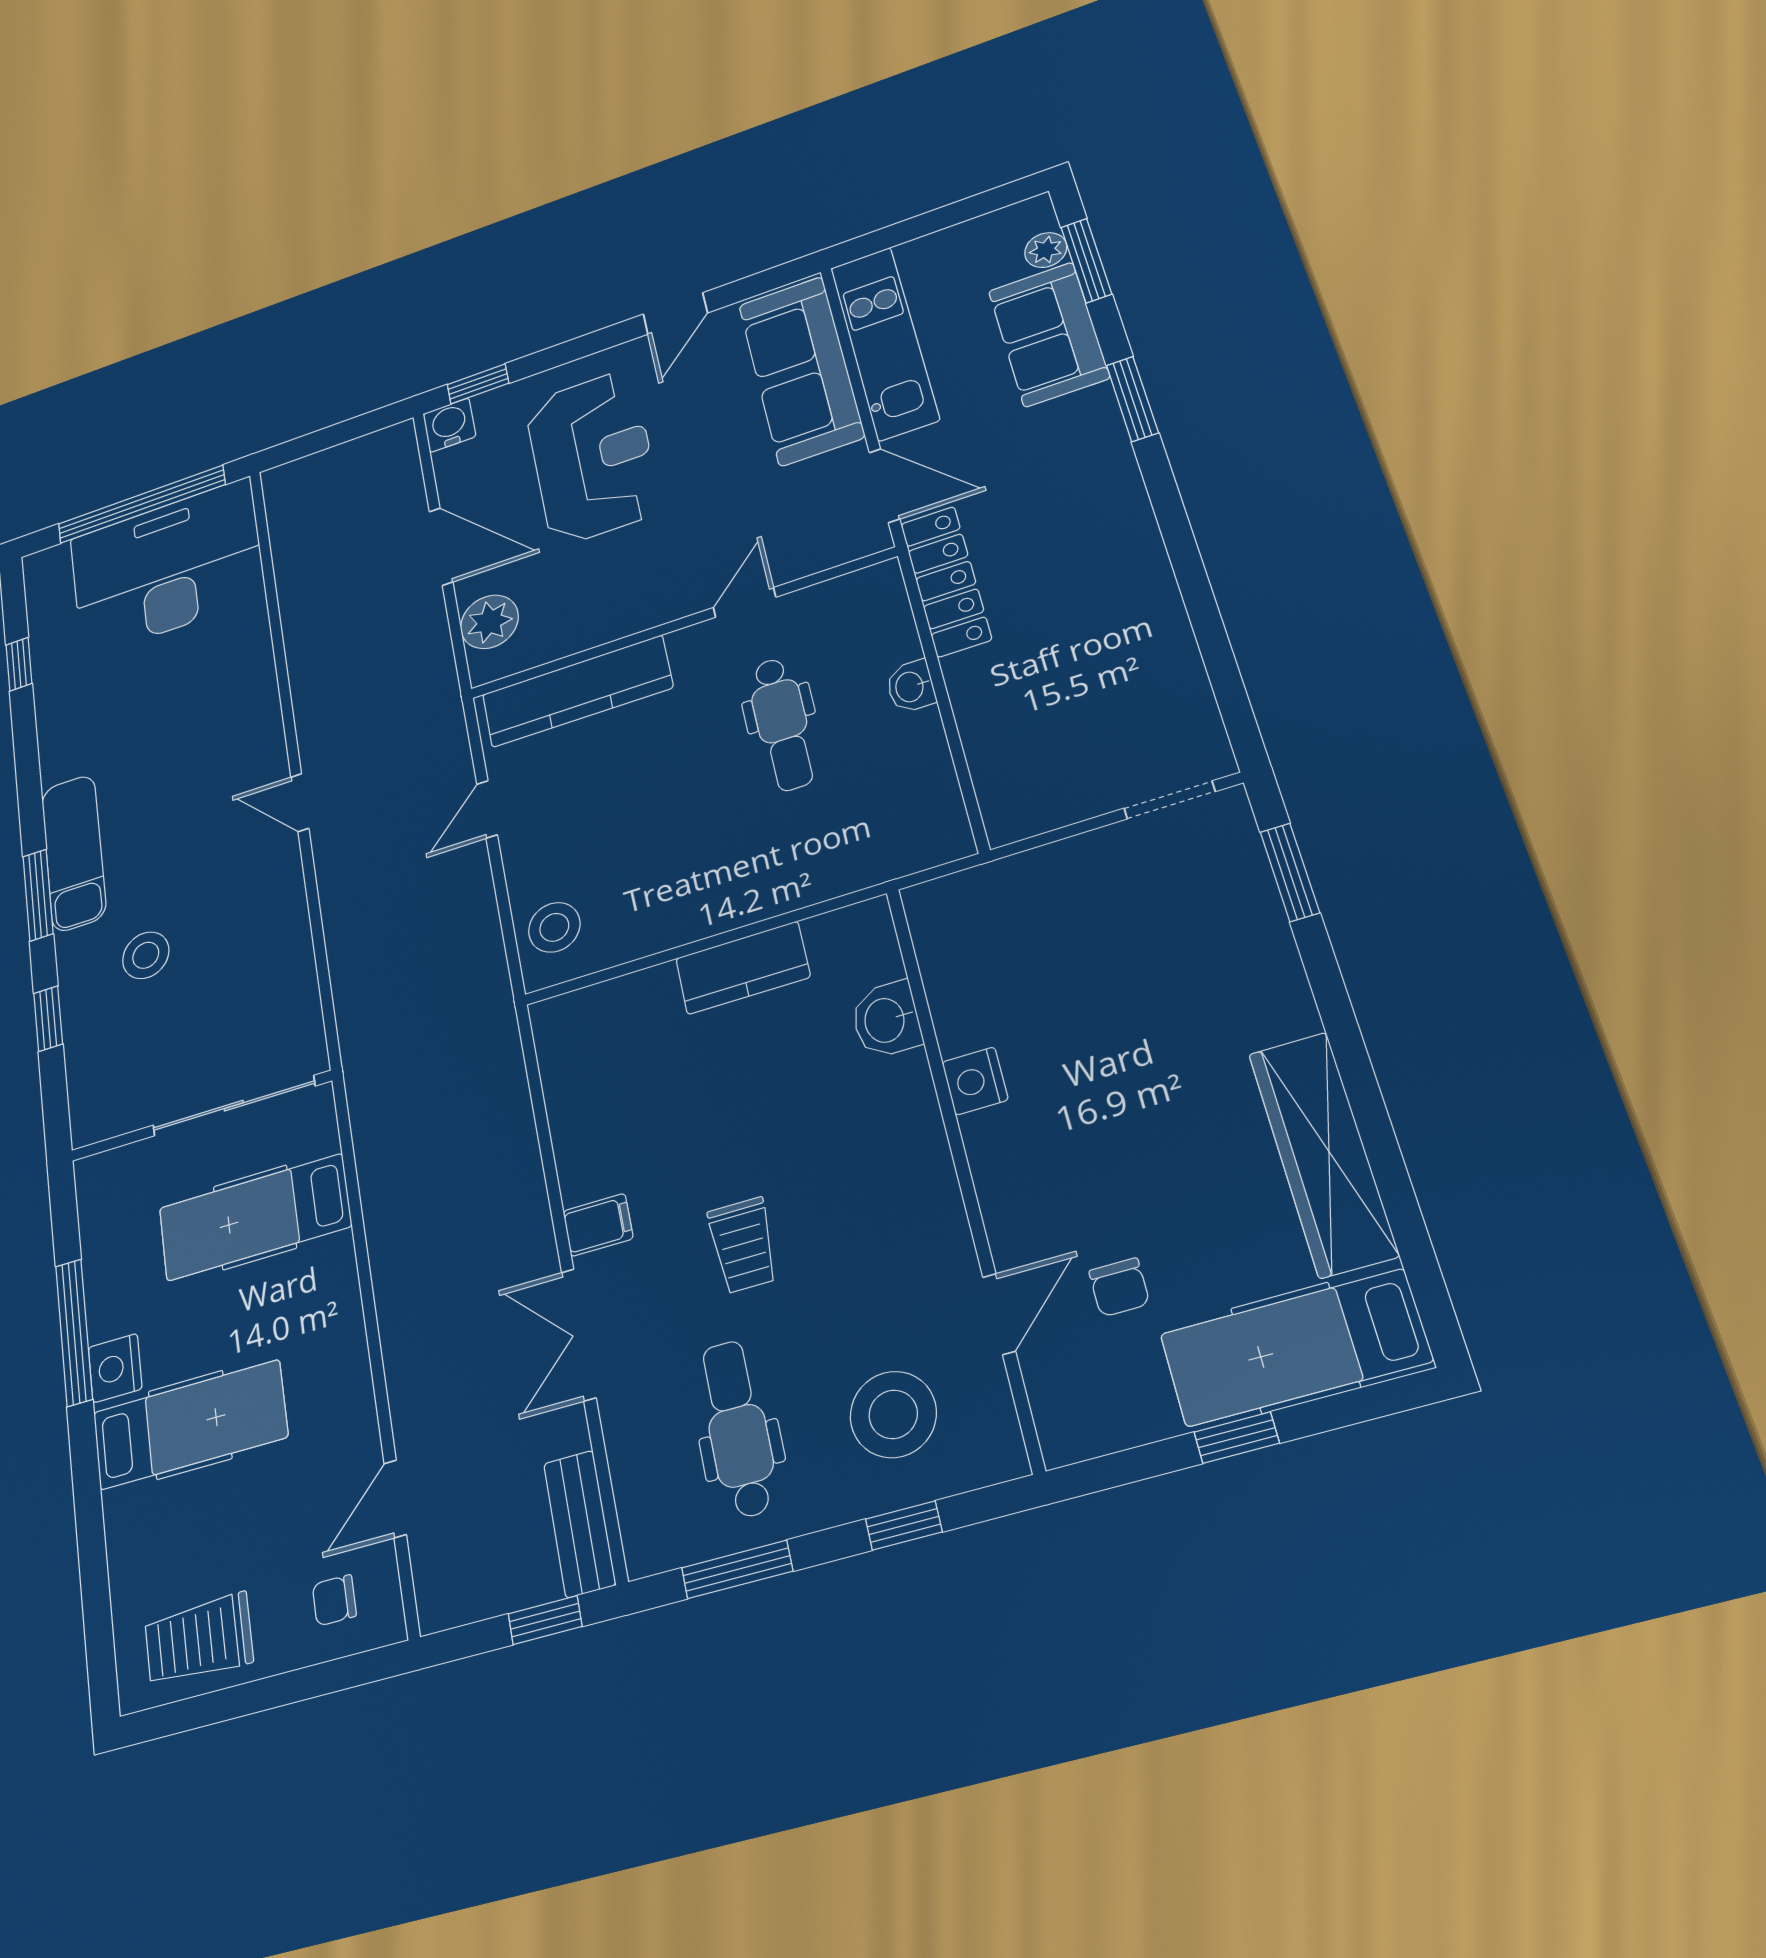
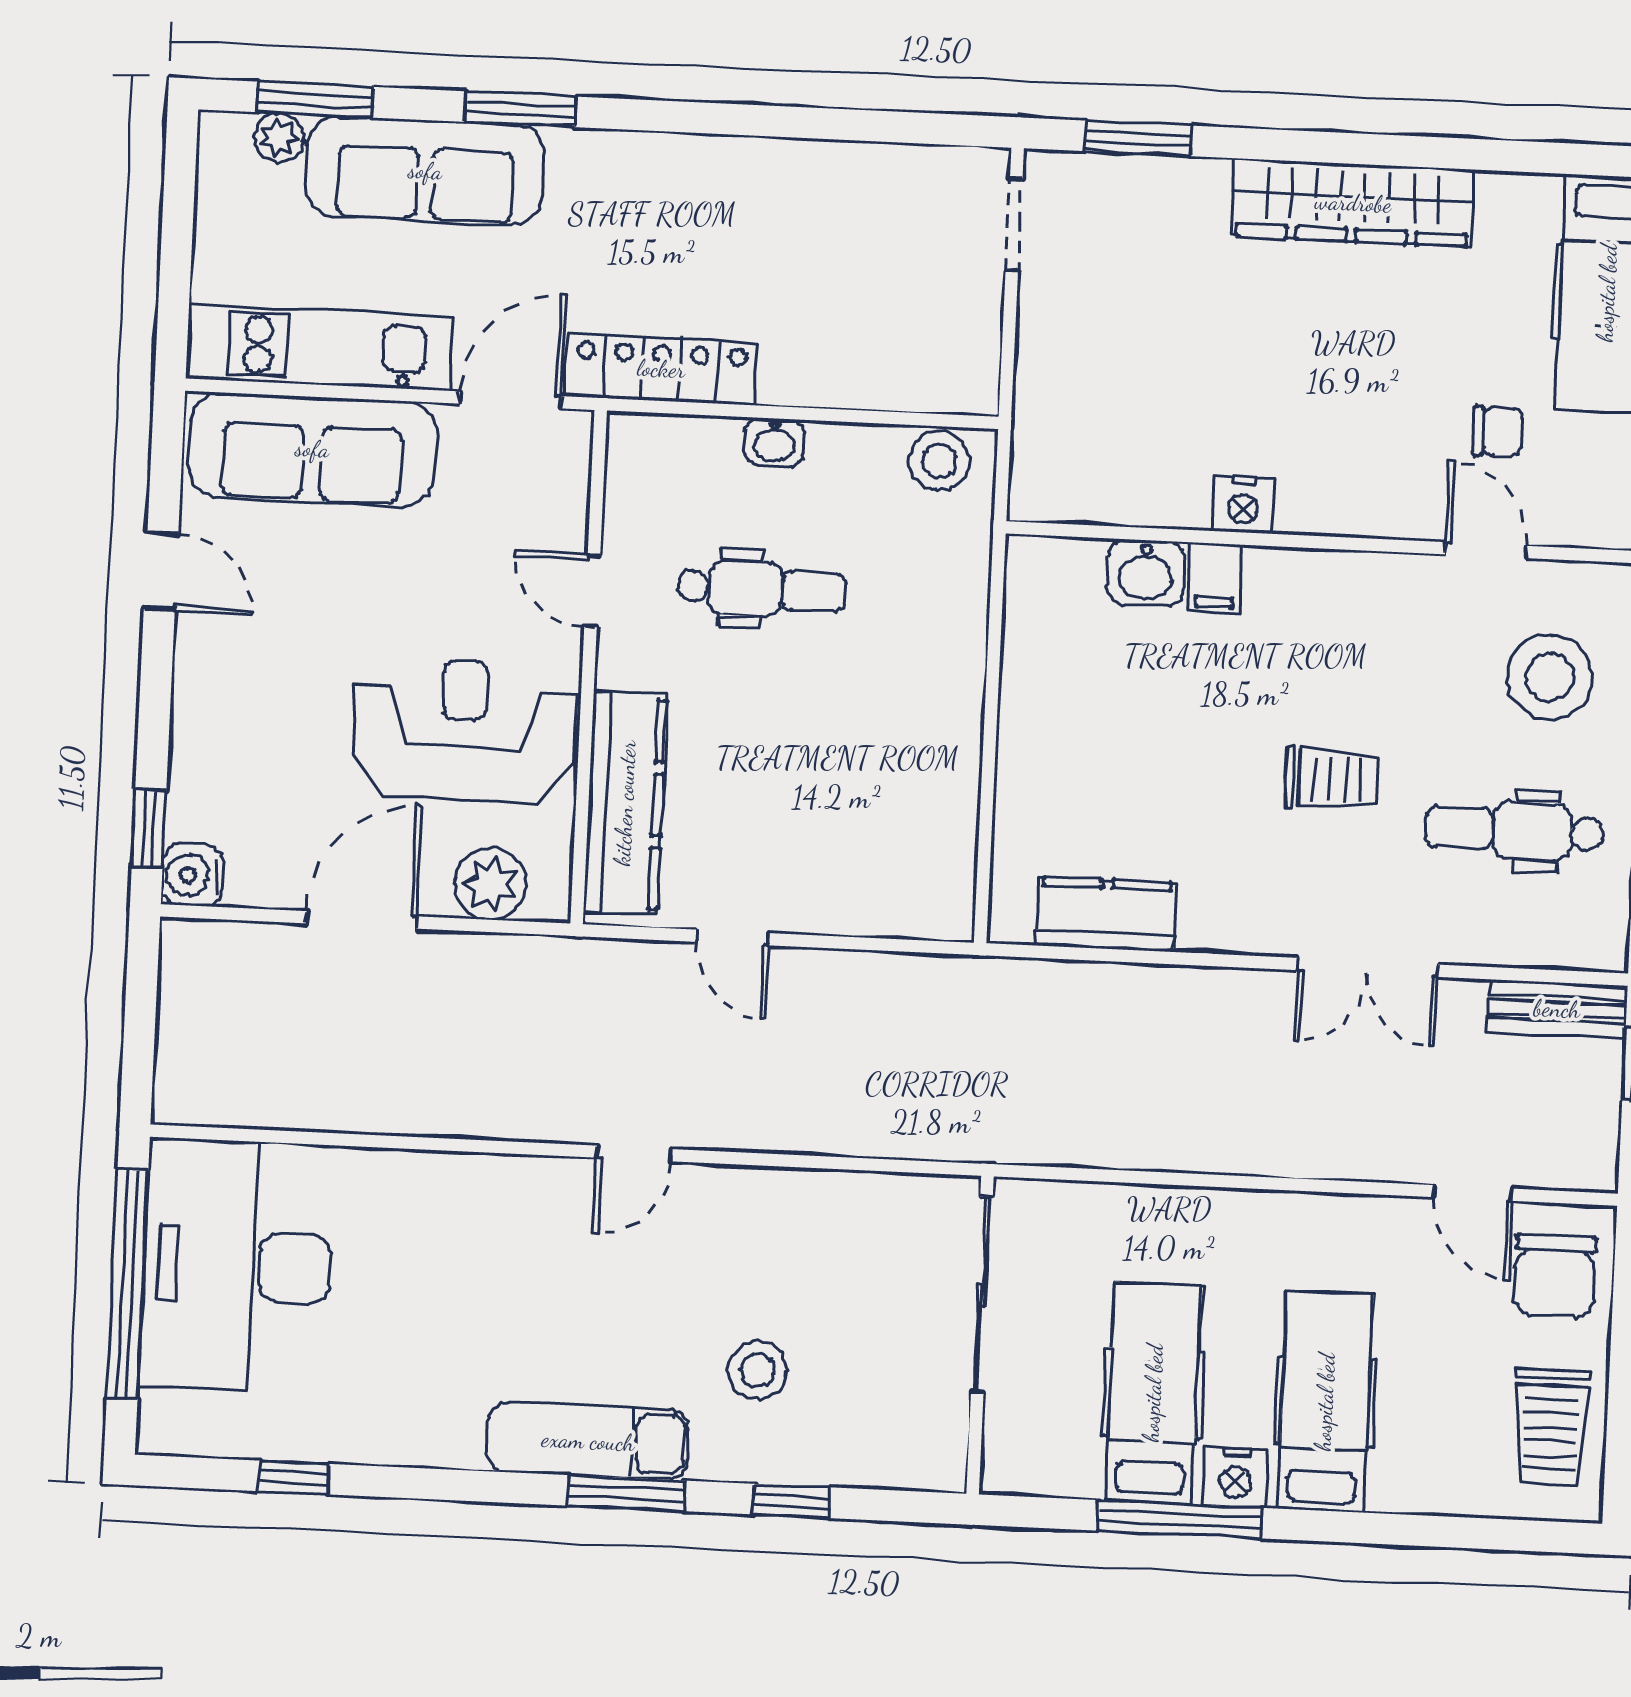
sofa: (1049, 334) -> (425, 171), width x1.36
reception desk: (592, 457) -> (464, 731), moved
stool: (554, 927) -> (939, 461), moved
kitchen counter: (743, 968) -> (1106, 914), moved, turned -90
wardrobe: (1323, 1153) -> (1353, 203), moved
hospital bed: (255, 1217) -> (1153, 1393), moved, turned 180
filing cabinet: (598, 1225) -> (1215, 578), moved, turned 180
chair: (334, 1600) -> (1555, 1276), width x1.87, depth x1.87

